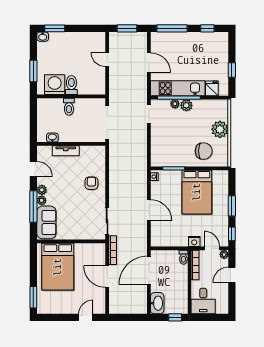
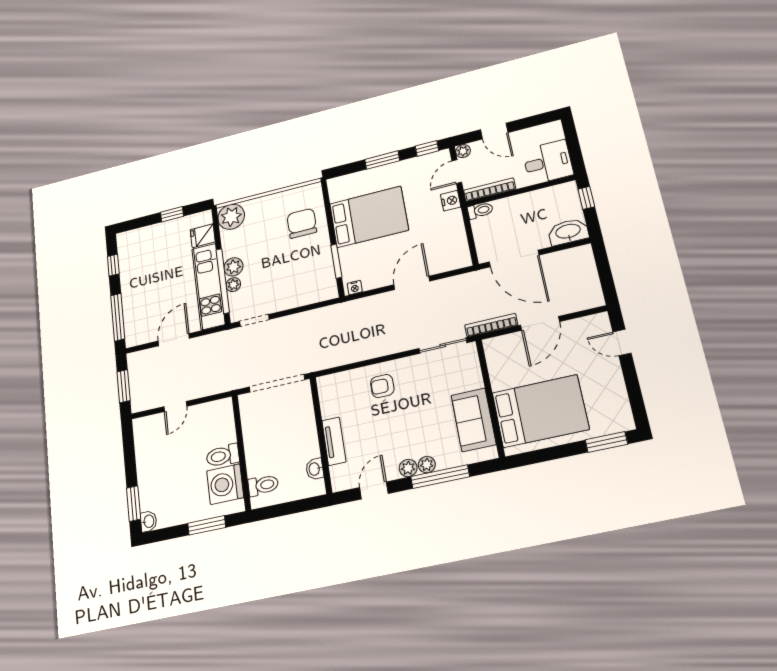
toilet: (69, 107) -> (263, 485), moved
plant: (220, 129) -> (231, 217), moved
sofa: (46, 222) -> (474, 420), moved, turned -90

